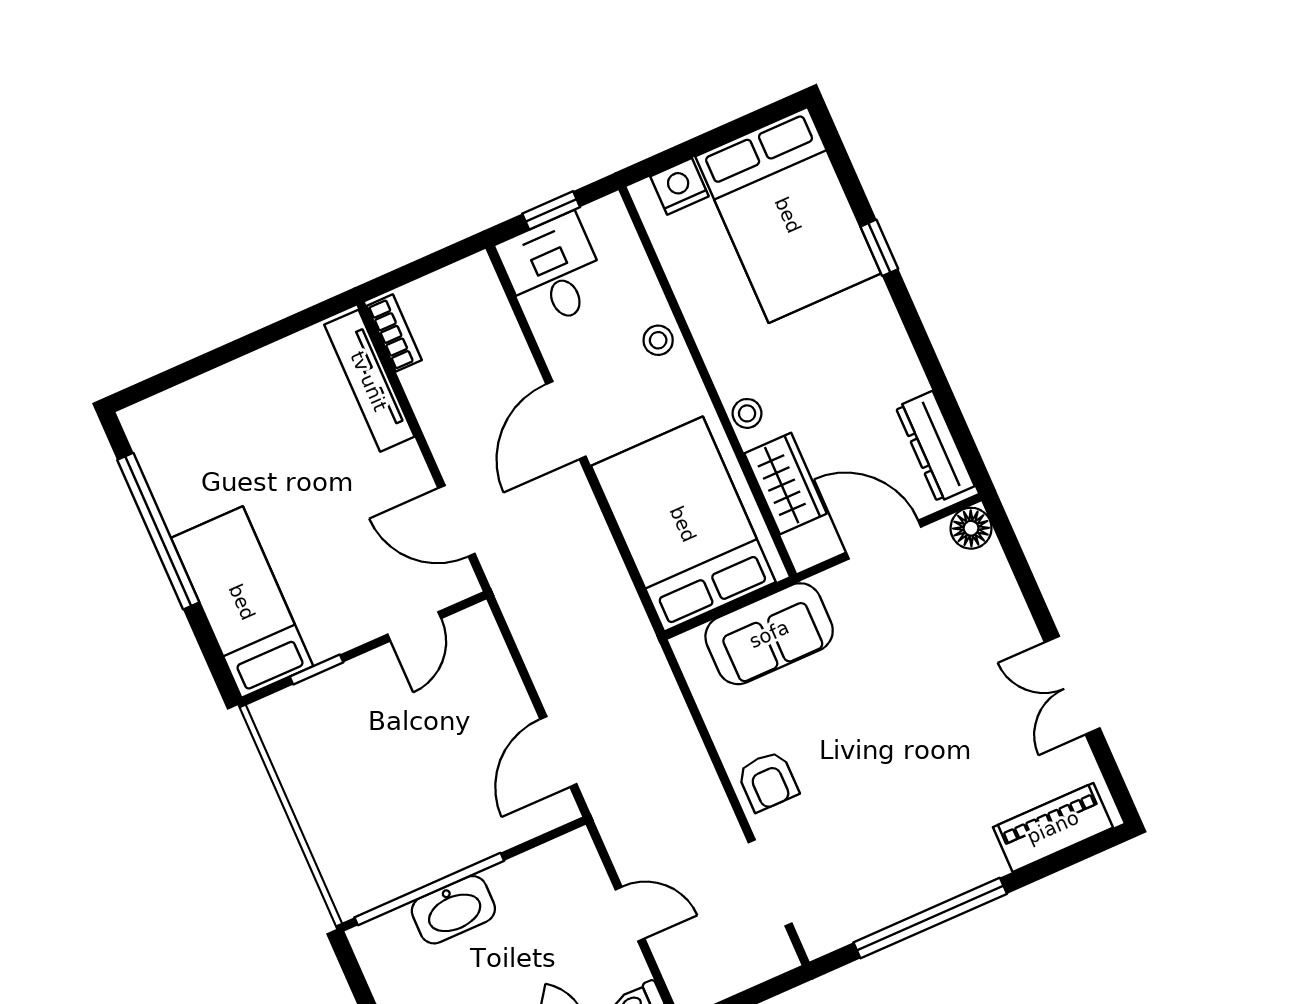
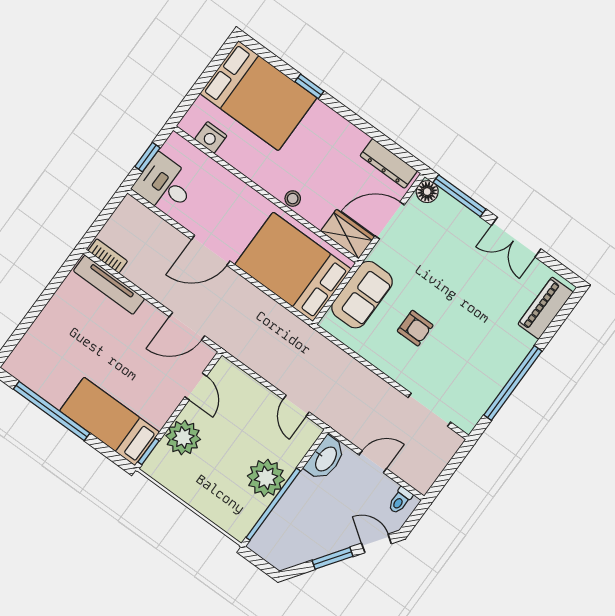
nightstand: (679, 186) -> (211, 137), moved, turned -90
stool: (658, 340) -> (232, 189), removed
door: (566, 420) -> (211, 250), hinge flipped
wardrobe: (785, 483) -> (348, 234), moved
window: (1019, 565) -> (459, 196), added
window: (317, 670) -> (149, 451), moved
plant: (346, 697) -> (183, 438), added
door: (558, 752) -> (296, 406), width x0.73
armchair: (768, 781) -> (415, 328), moved
plant: (442, 840) -> (266, 478), added
washbasin: (453, 910) -> (325, 459), moved

